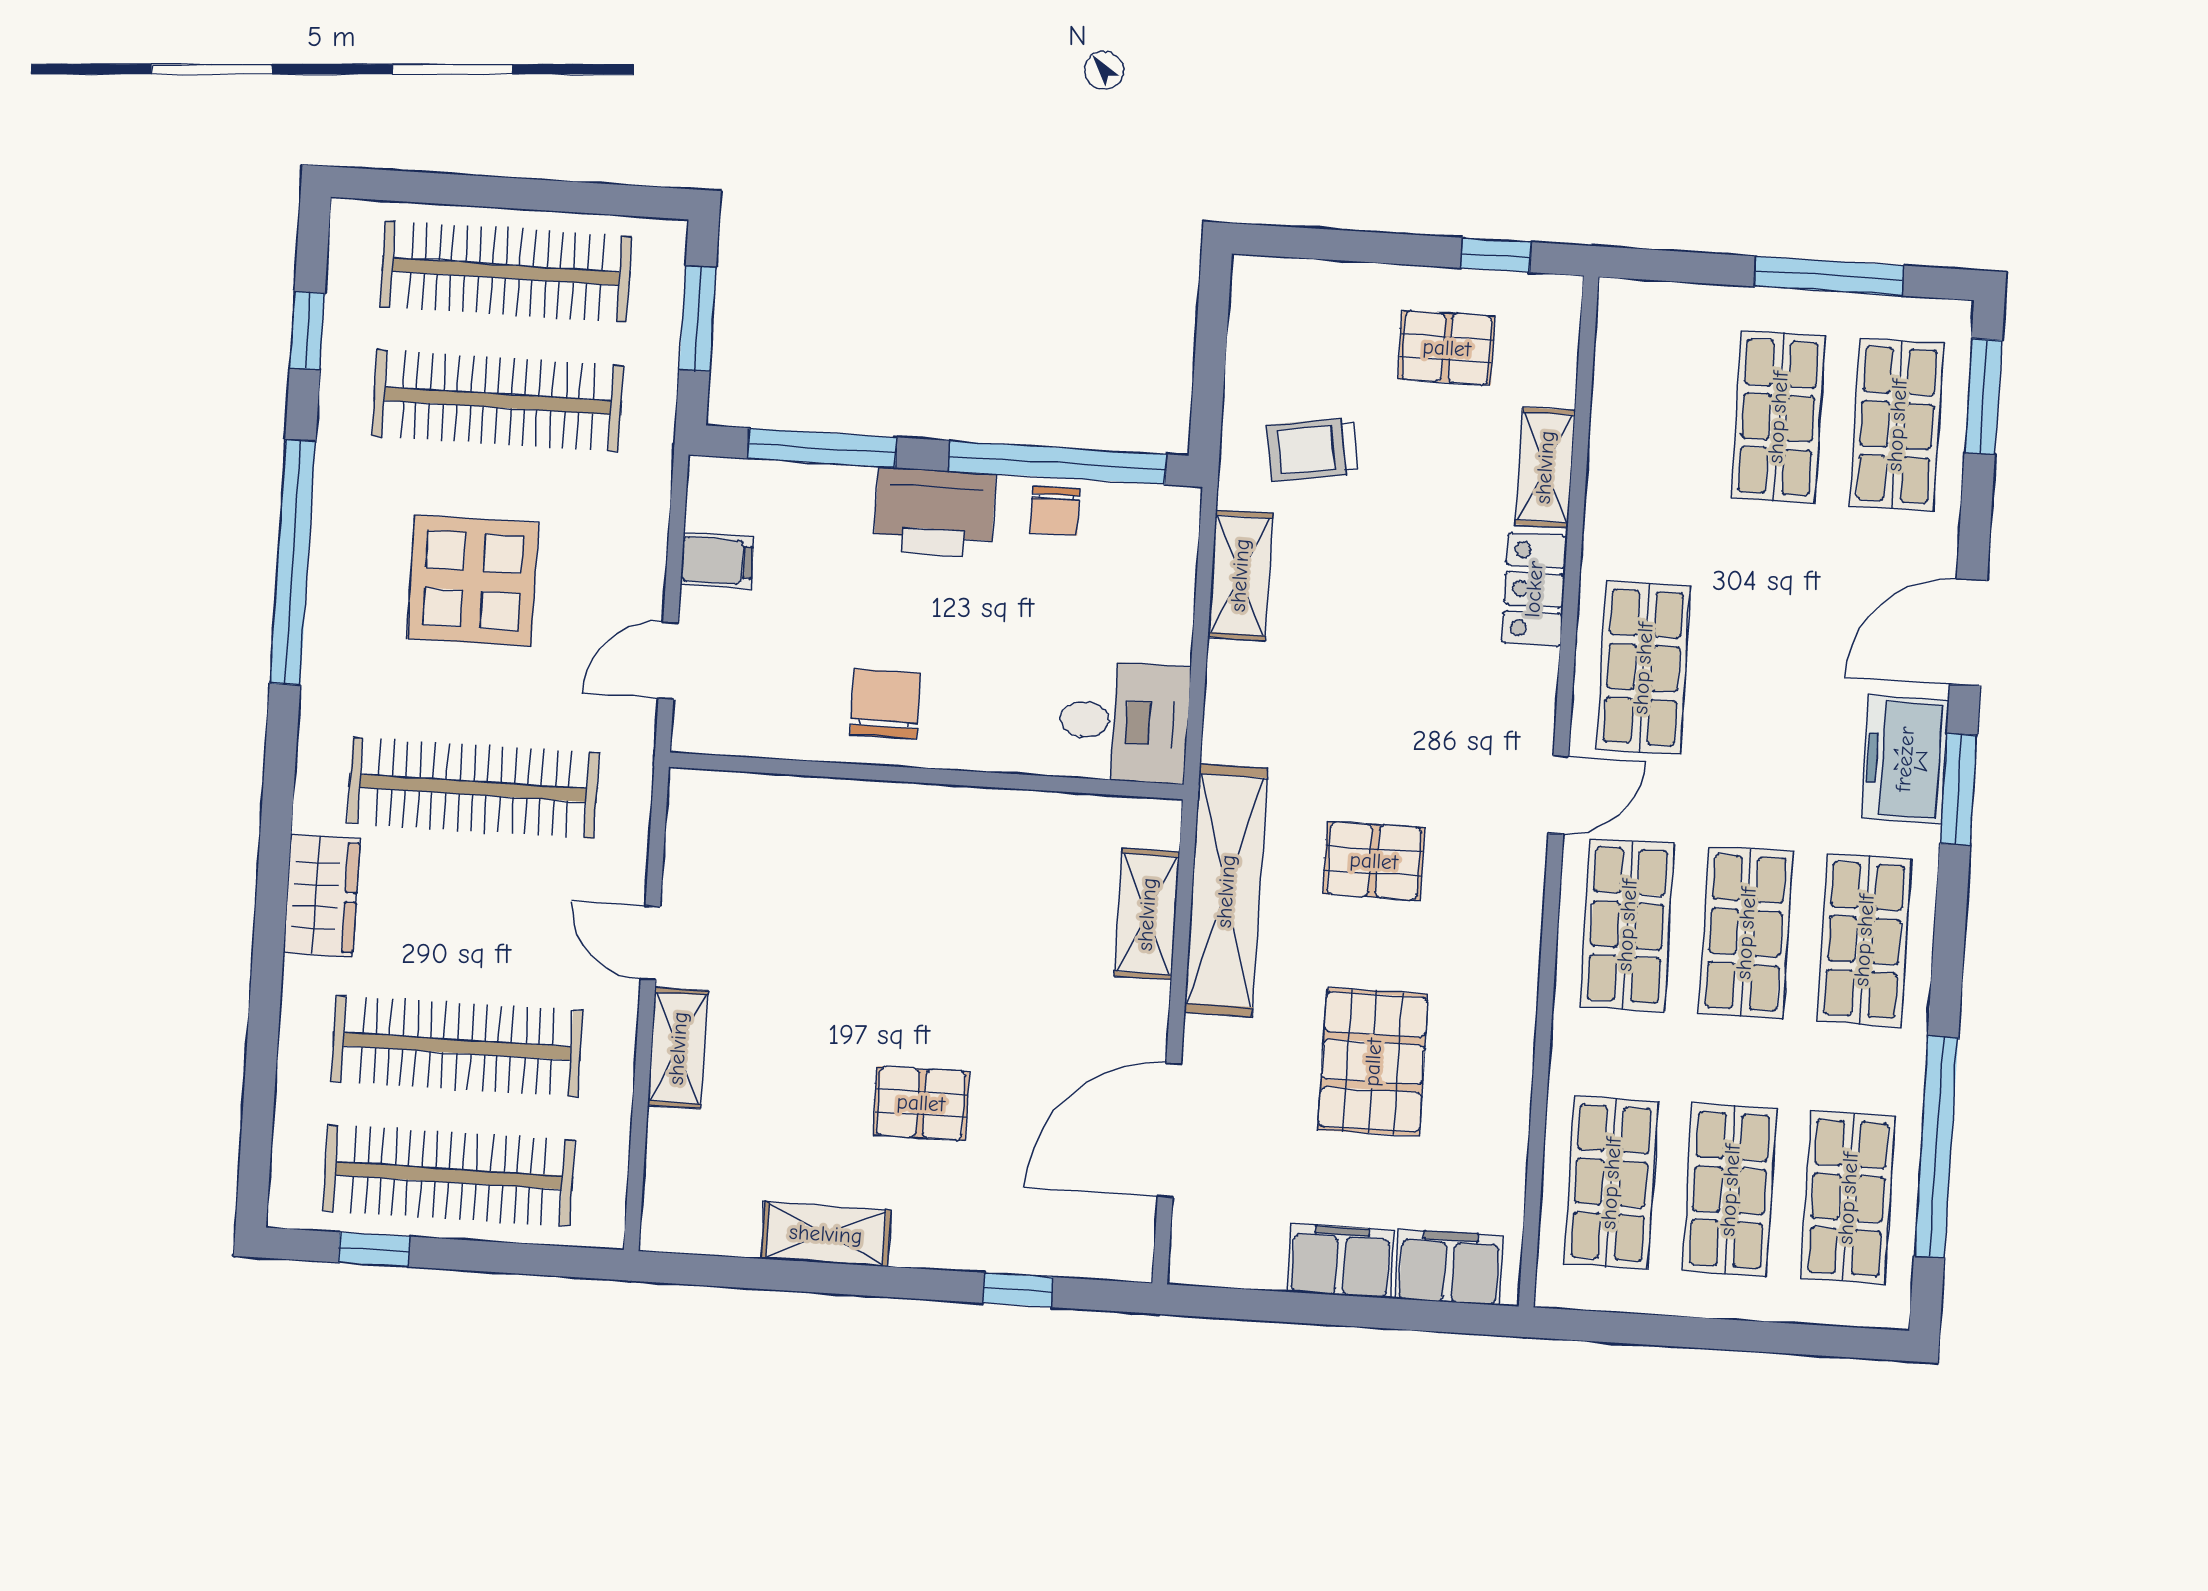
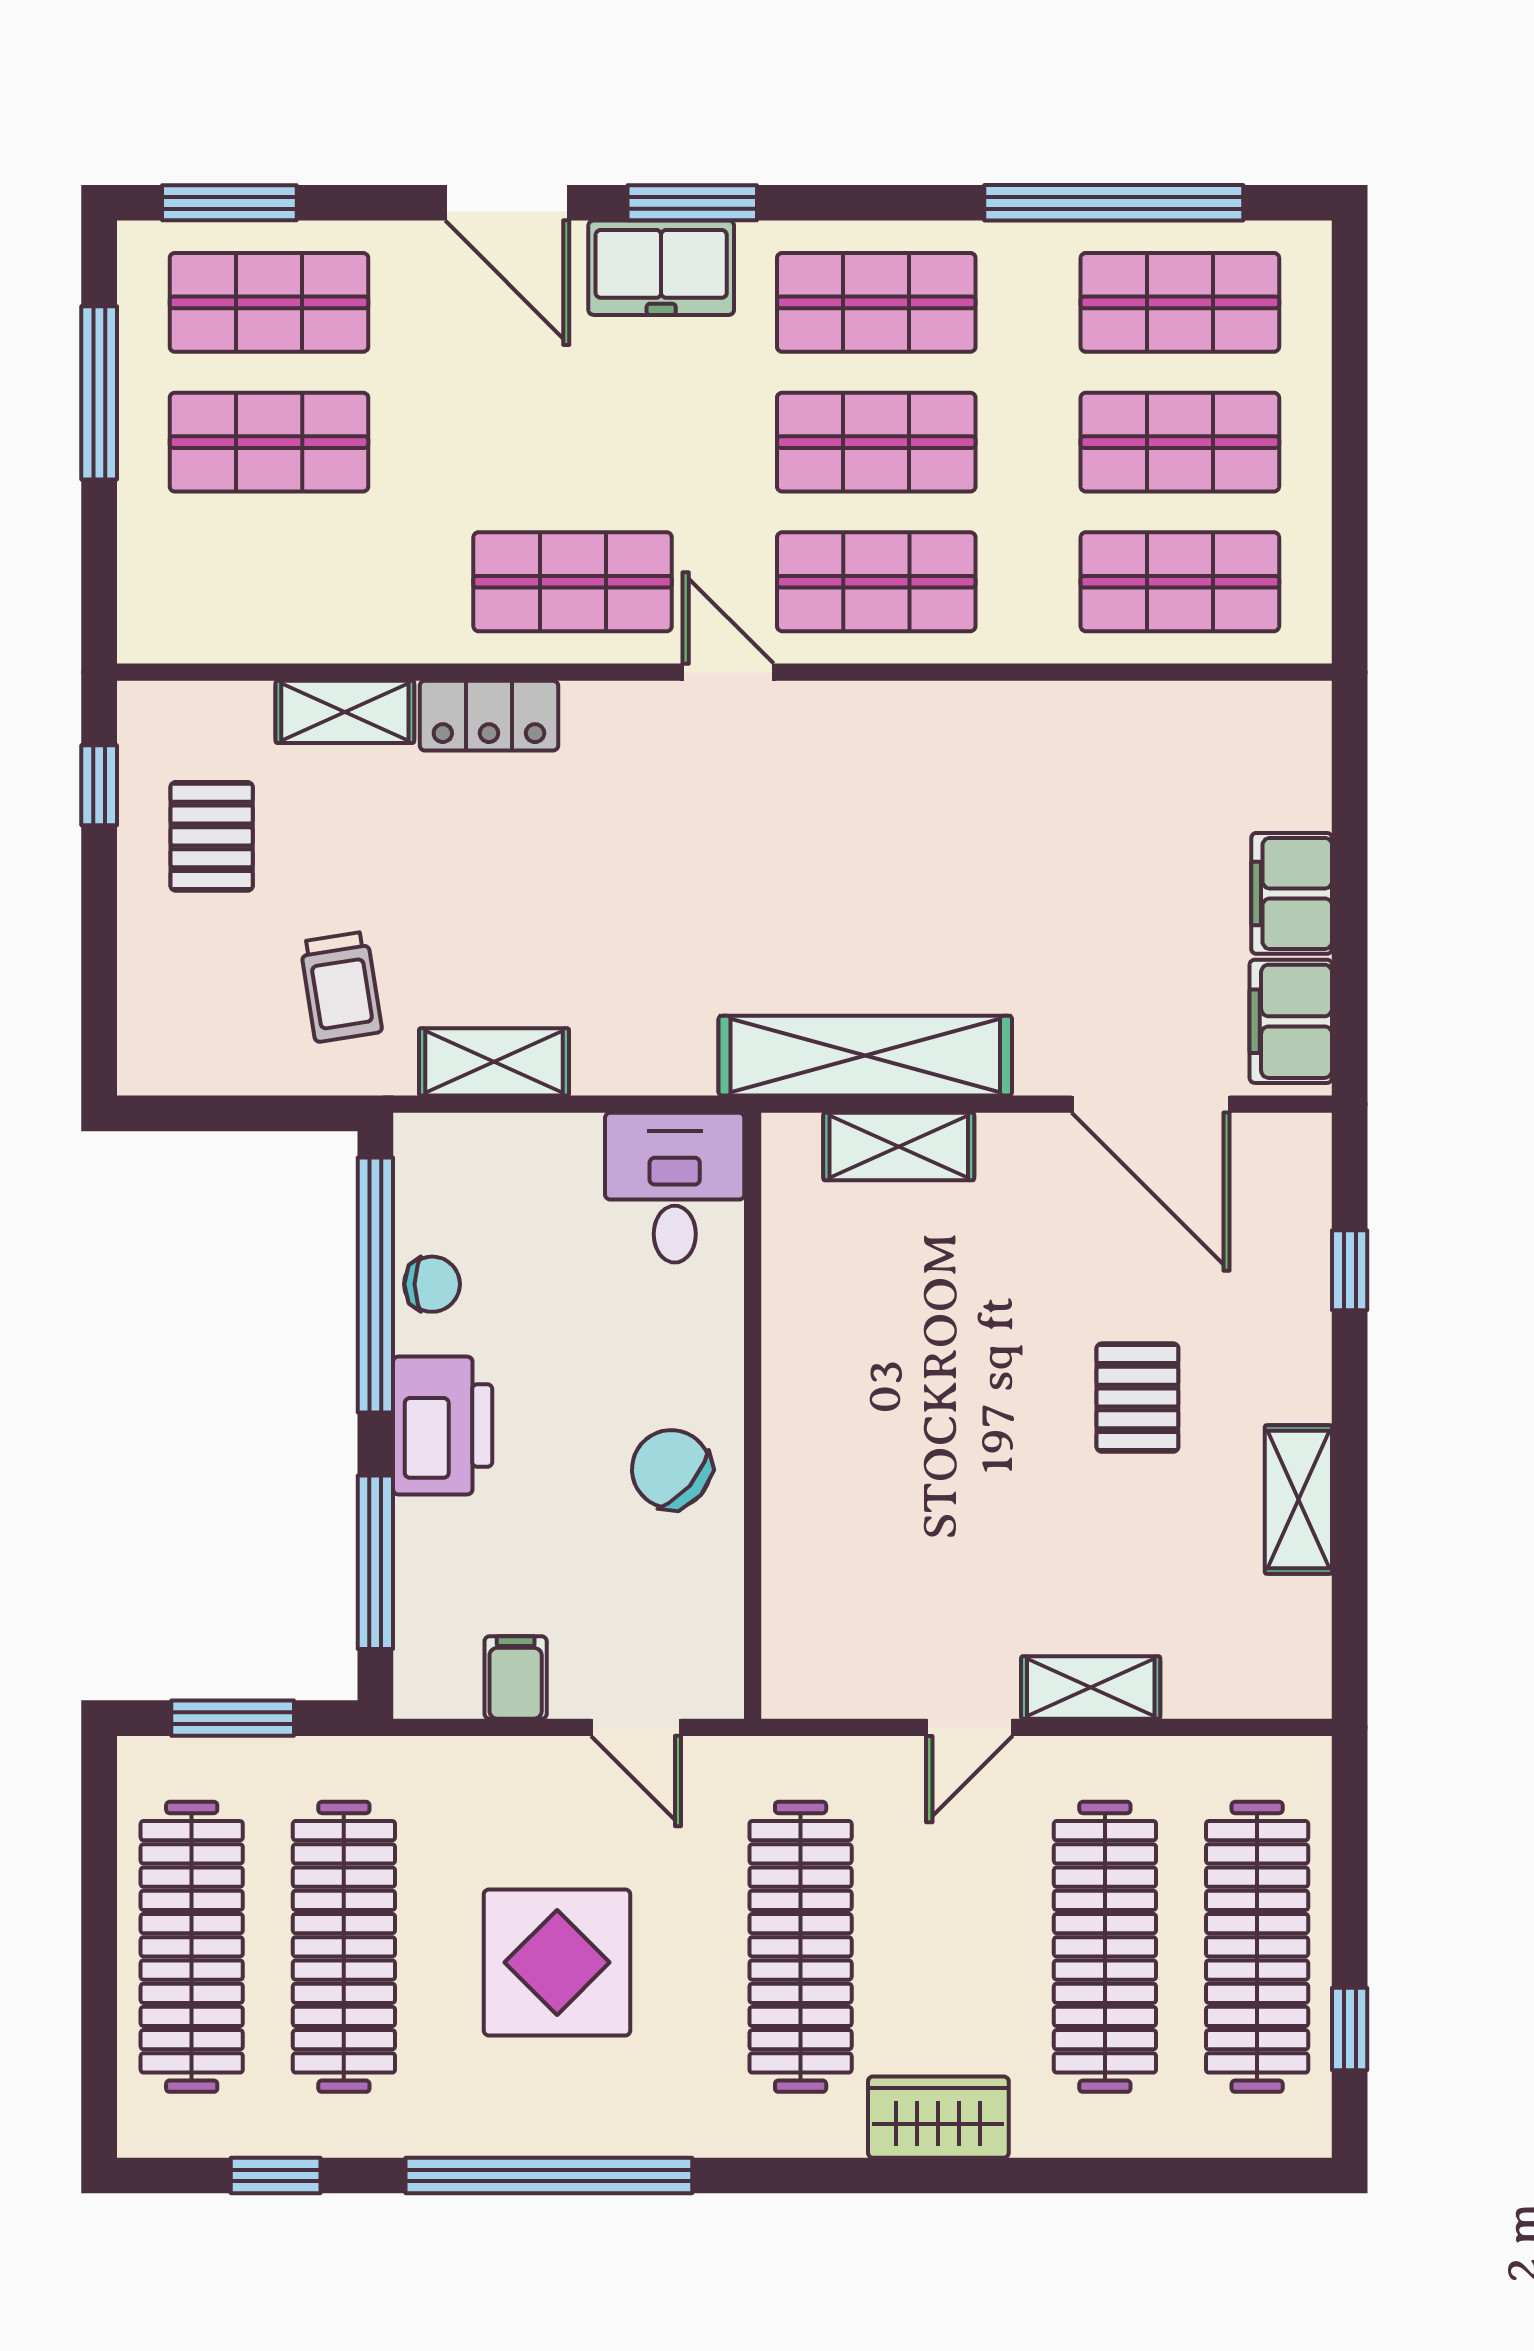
chair: (885, 704) -> (671, 1469), turned 41
pallet: (1374, 861) -> (819, 884), removed
pallet: (1373, 1062) -> (1056, 870), removed
filing cabinet: (1449, 1267) -> (1291, 1021), moved

